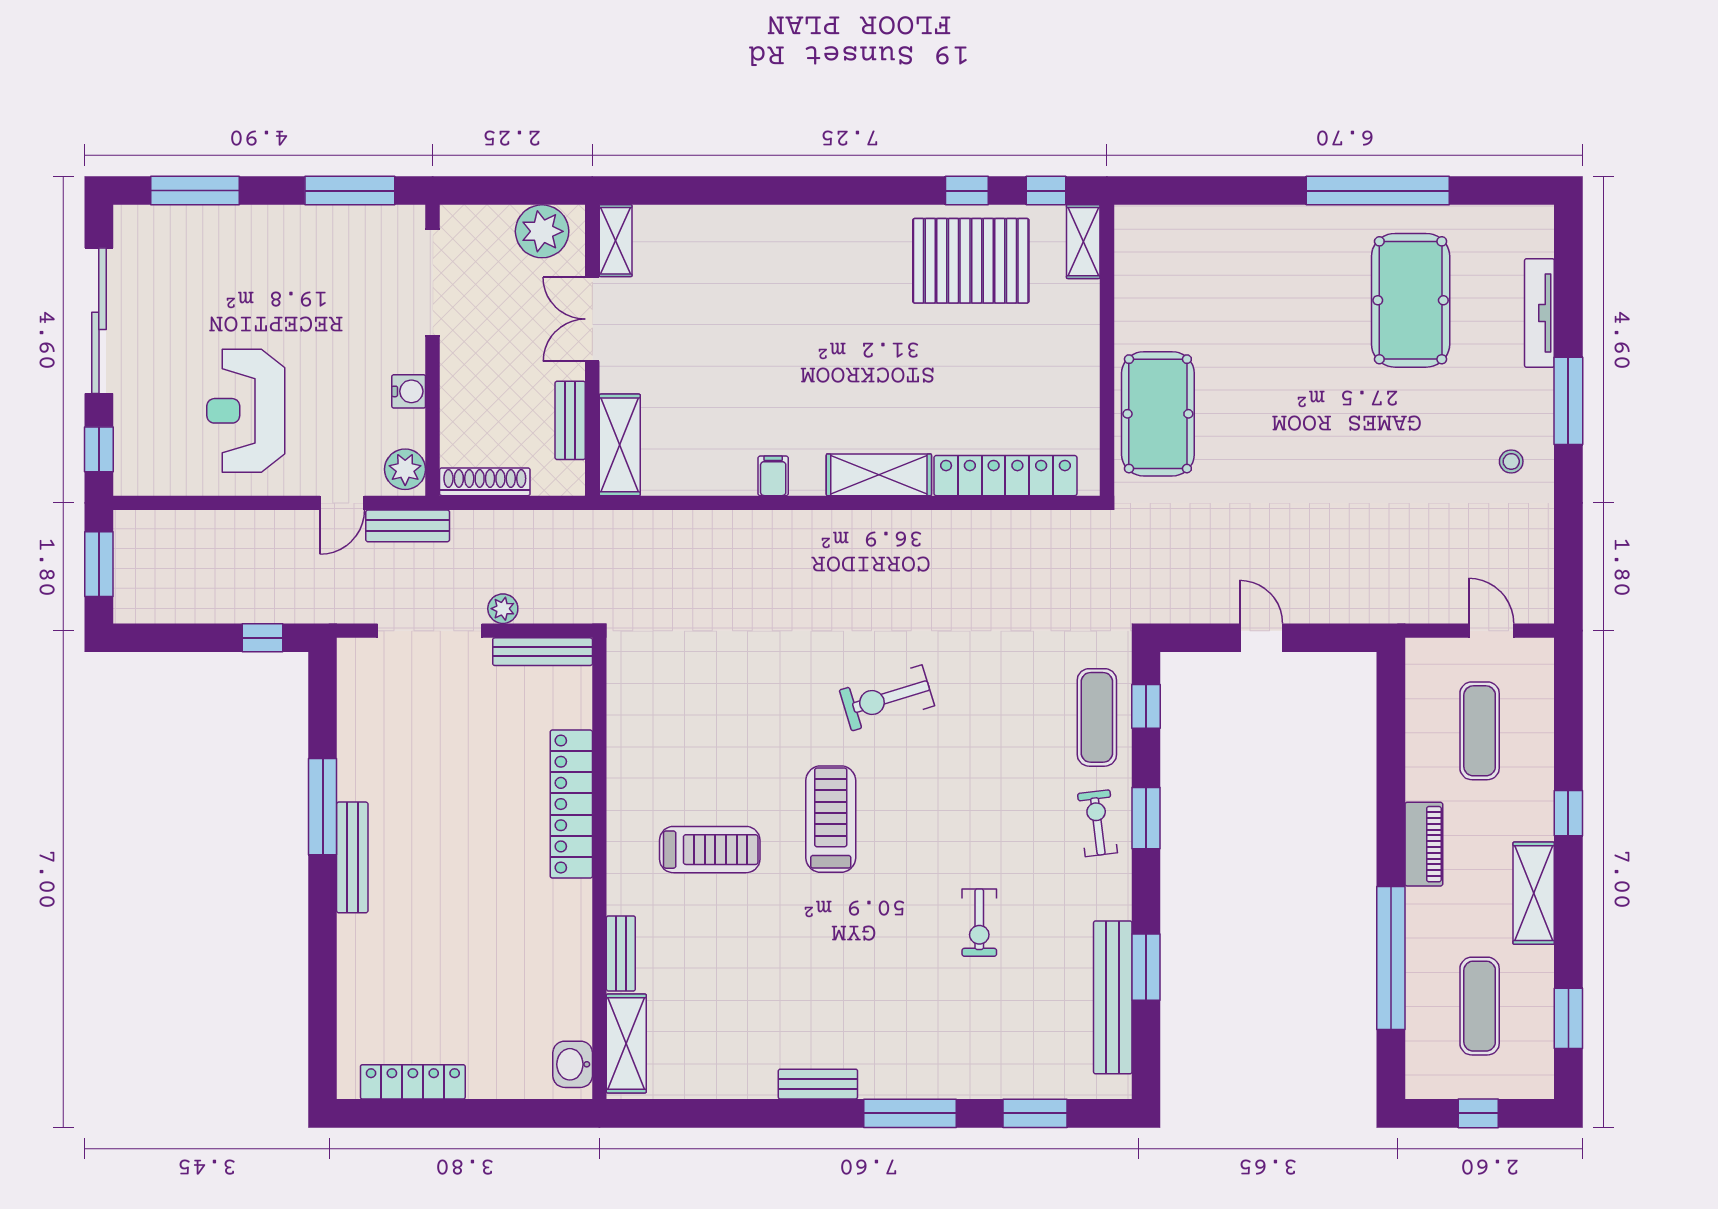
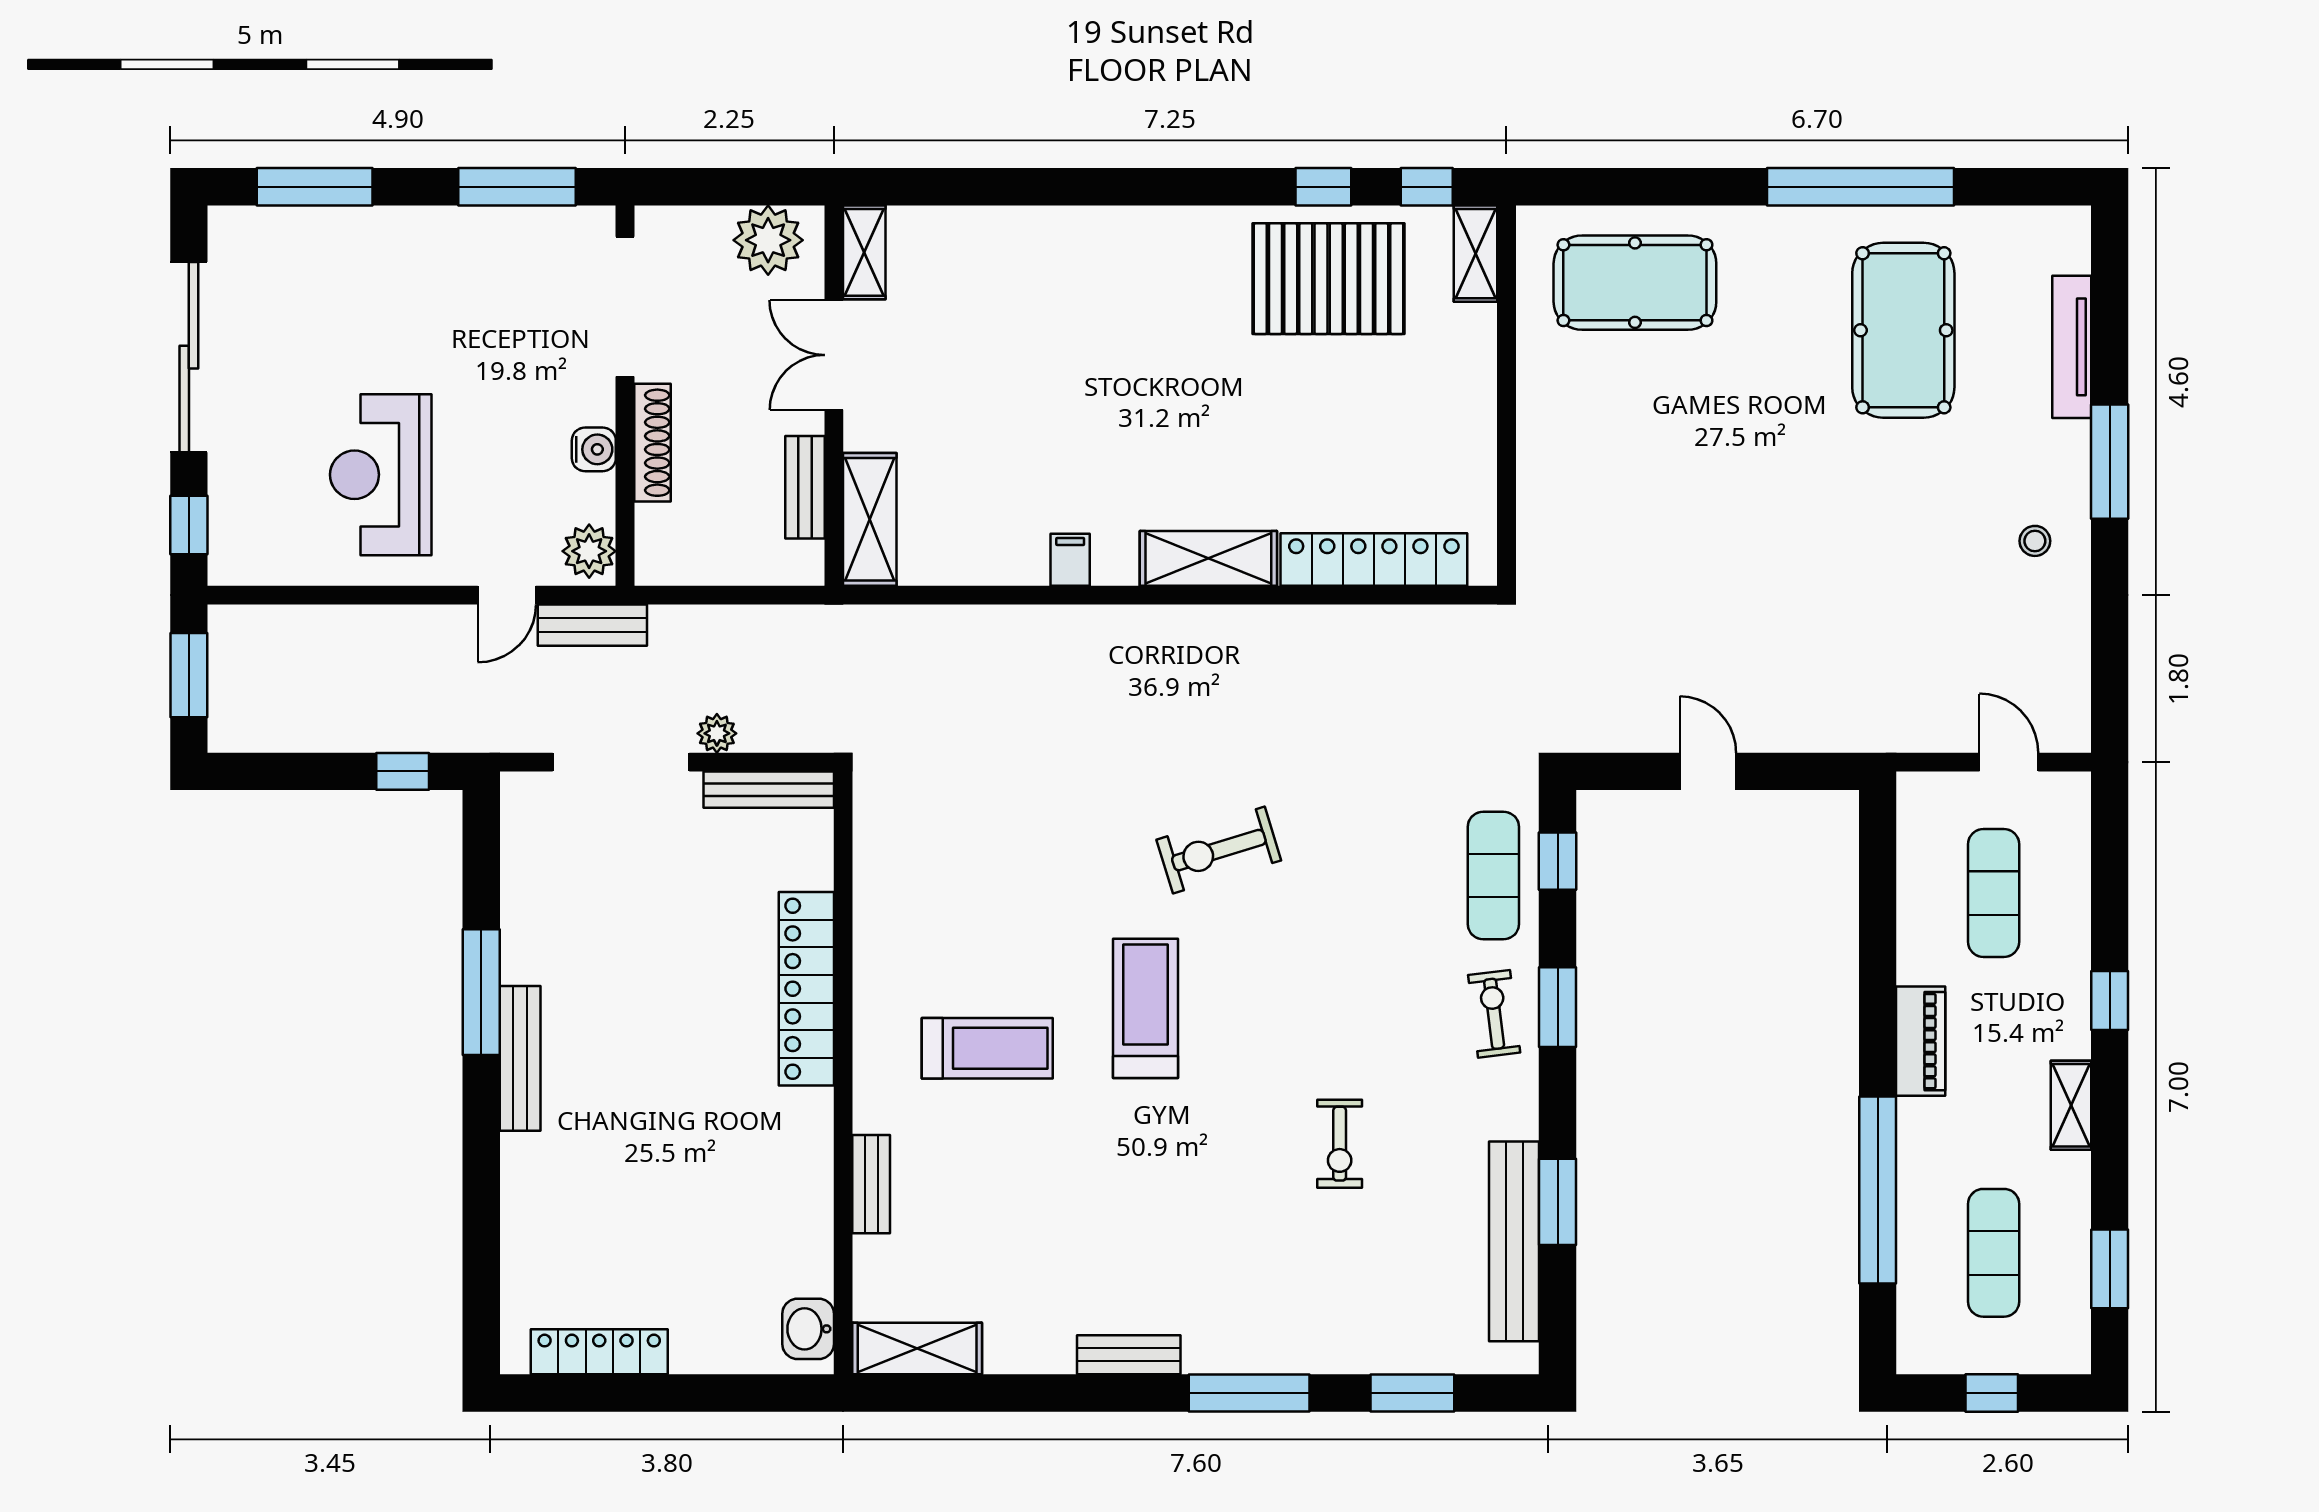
pool table: (1158, 414) -> (1635, 283), moved, turned 90
shoe rack: (485, 482) -> (653, 443), moved, turned 90
shelving: (1534, 893) -> (2071, 1105), width x0.67, depth x0.75
shelving: (626, 1043) -> (917, 1349), moved, turned 90

